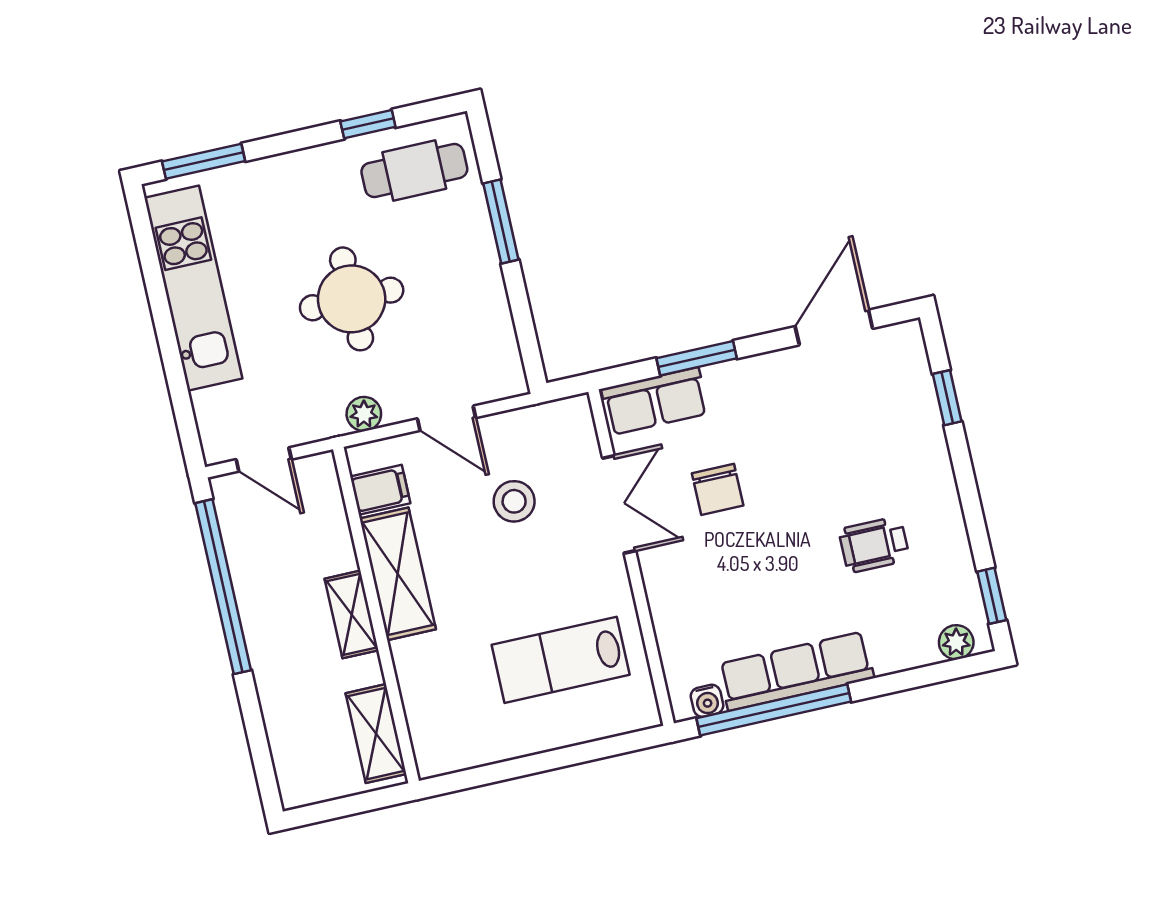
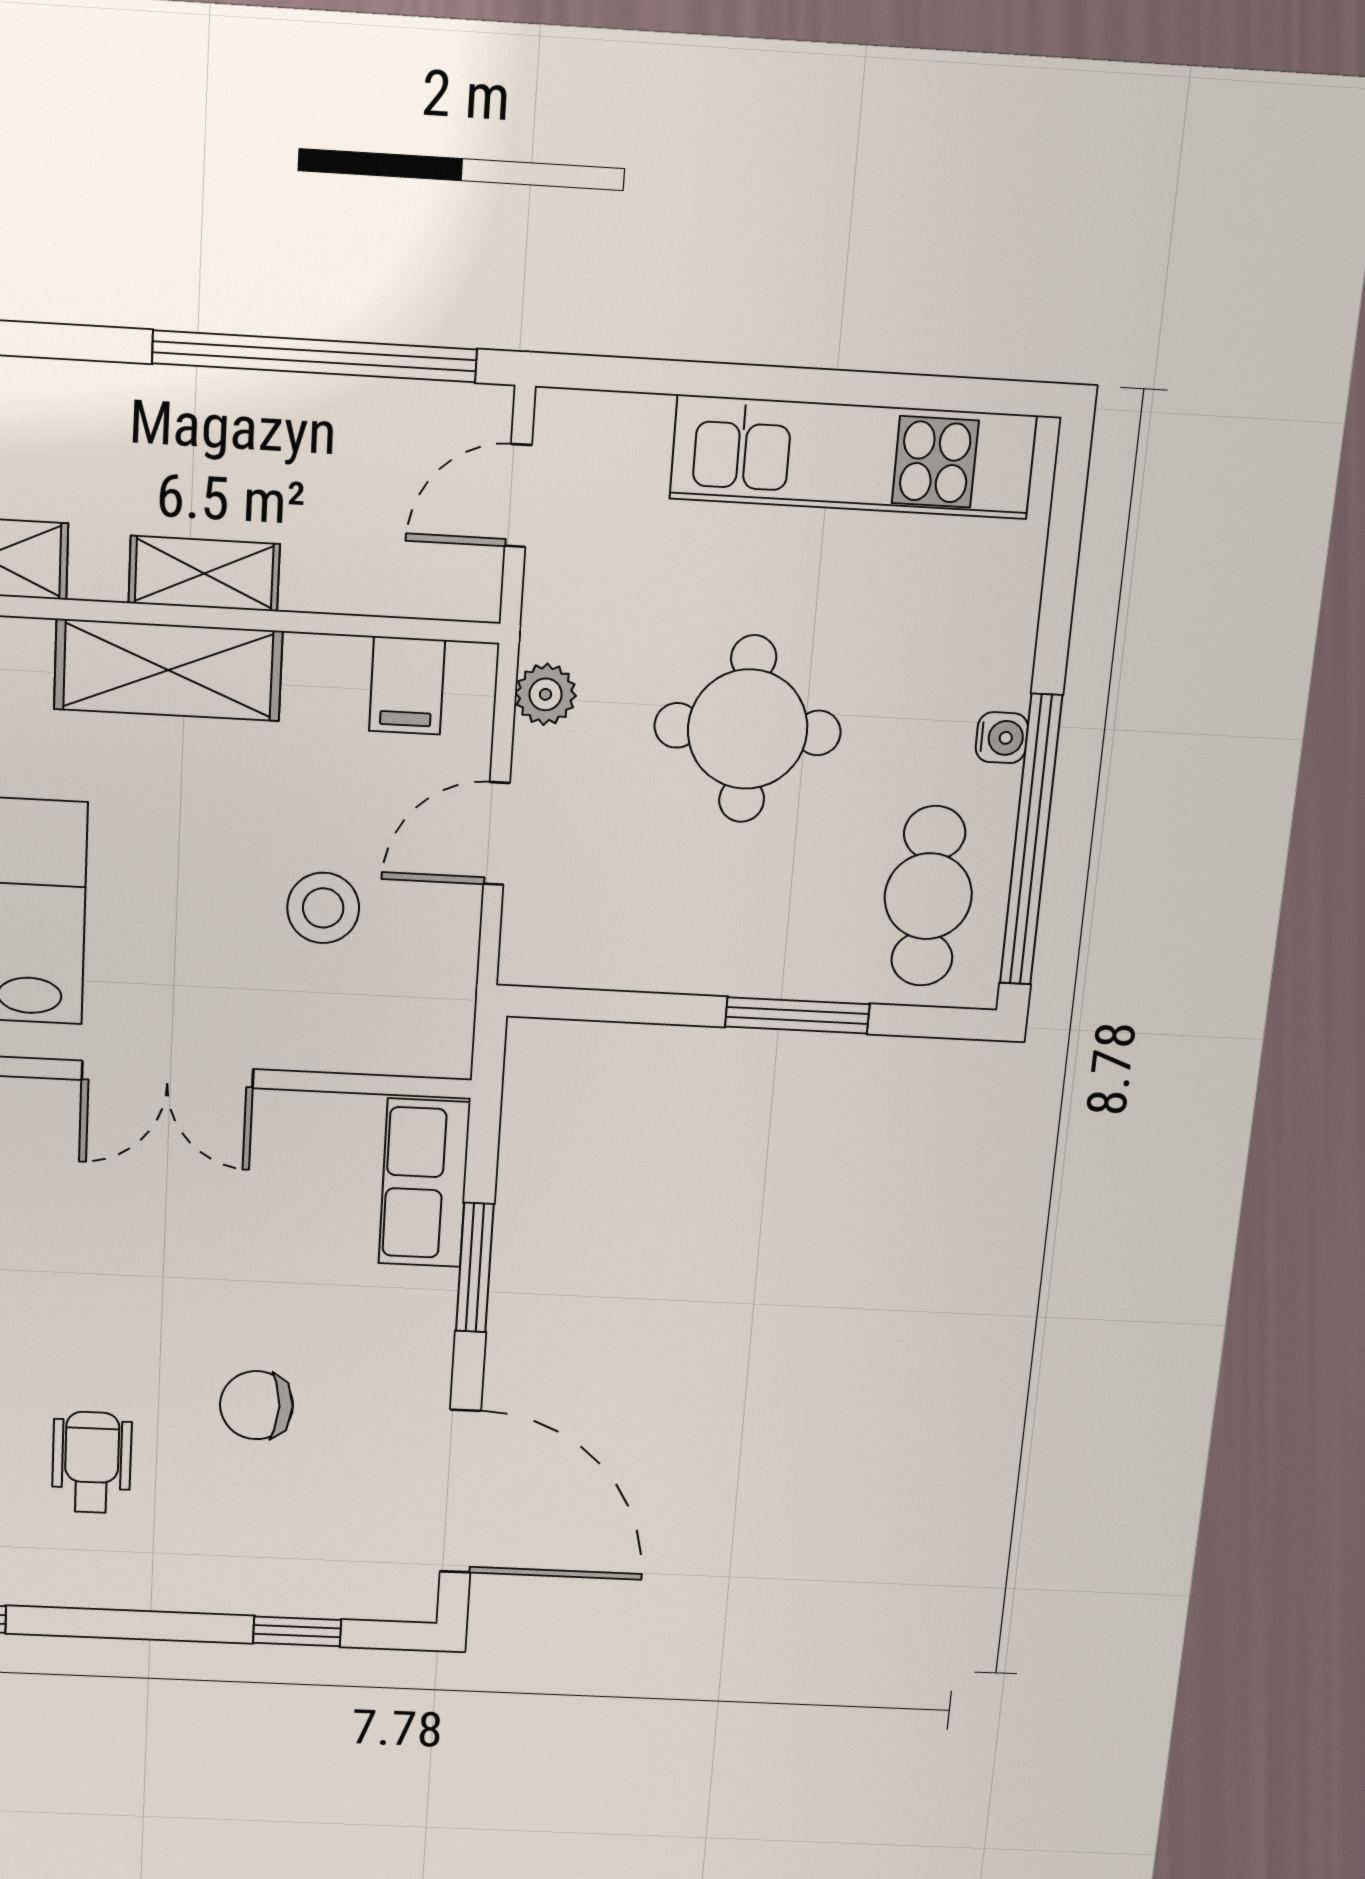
window: (368, 124) -> (1031, 841), width x3.17
water cooler: (317, 159) -> (1002, 738), added
window: (204, 161) -> (1064, 539), removed
door: (834, 327) -> (460, 1491), width x1.36
chair: (718, 489) -> (257, 1405), moved
double door: (619, 504) -> (168, 1074), moved
shelving: (398, 574) -> (168, 670), moved

